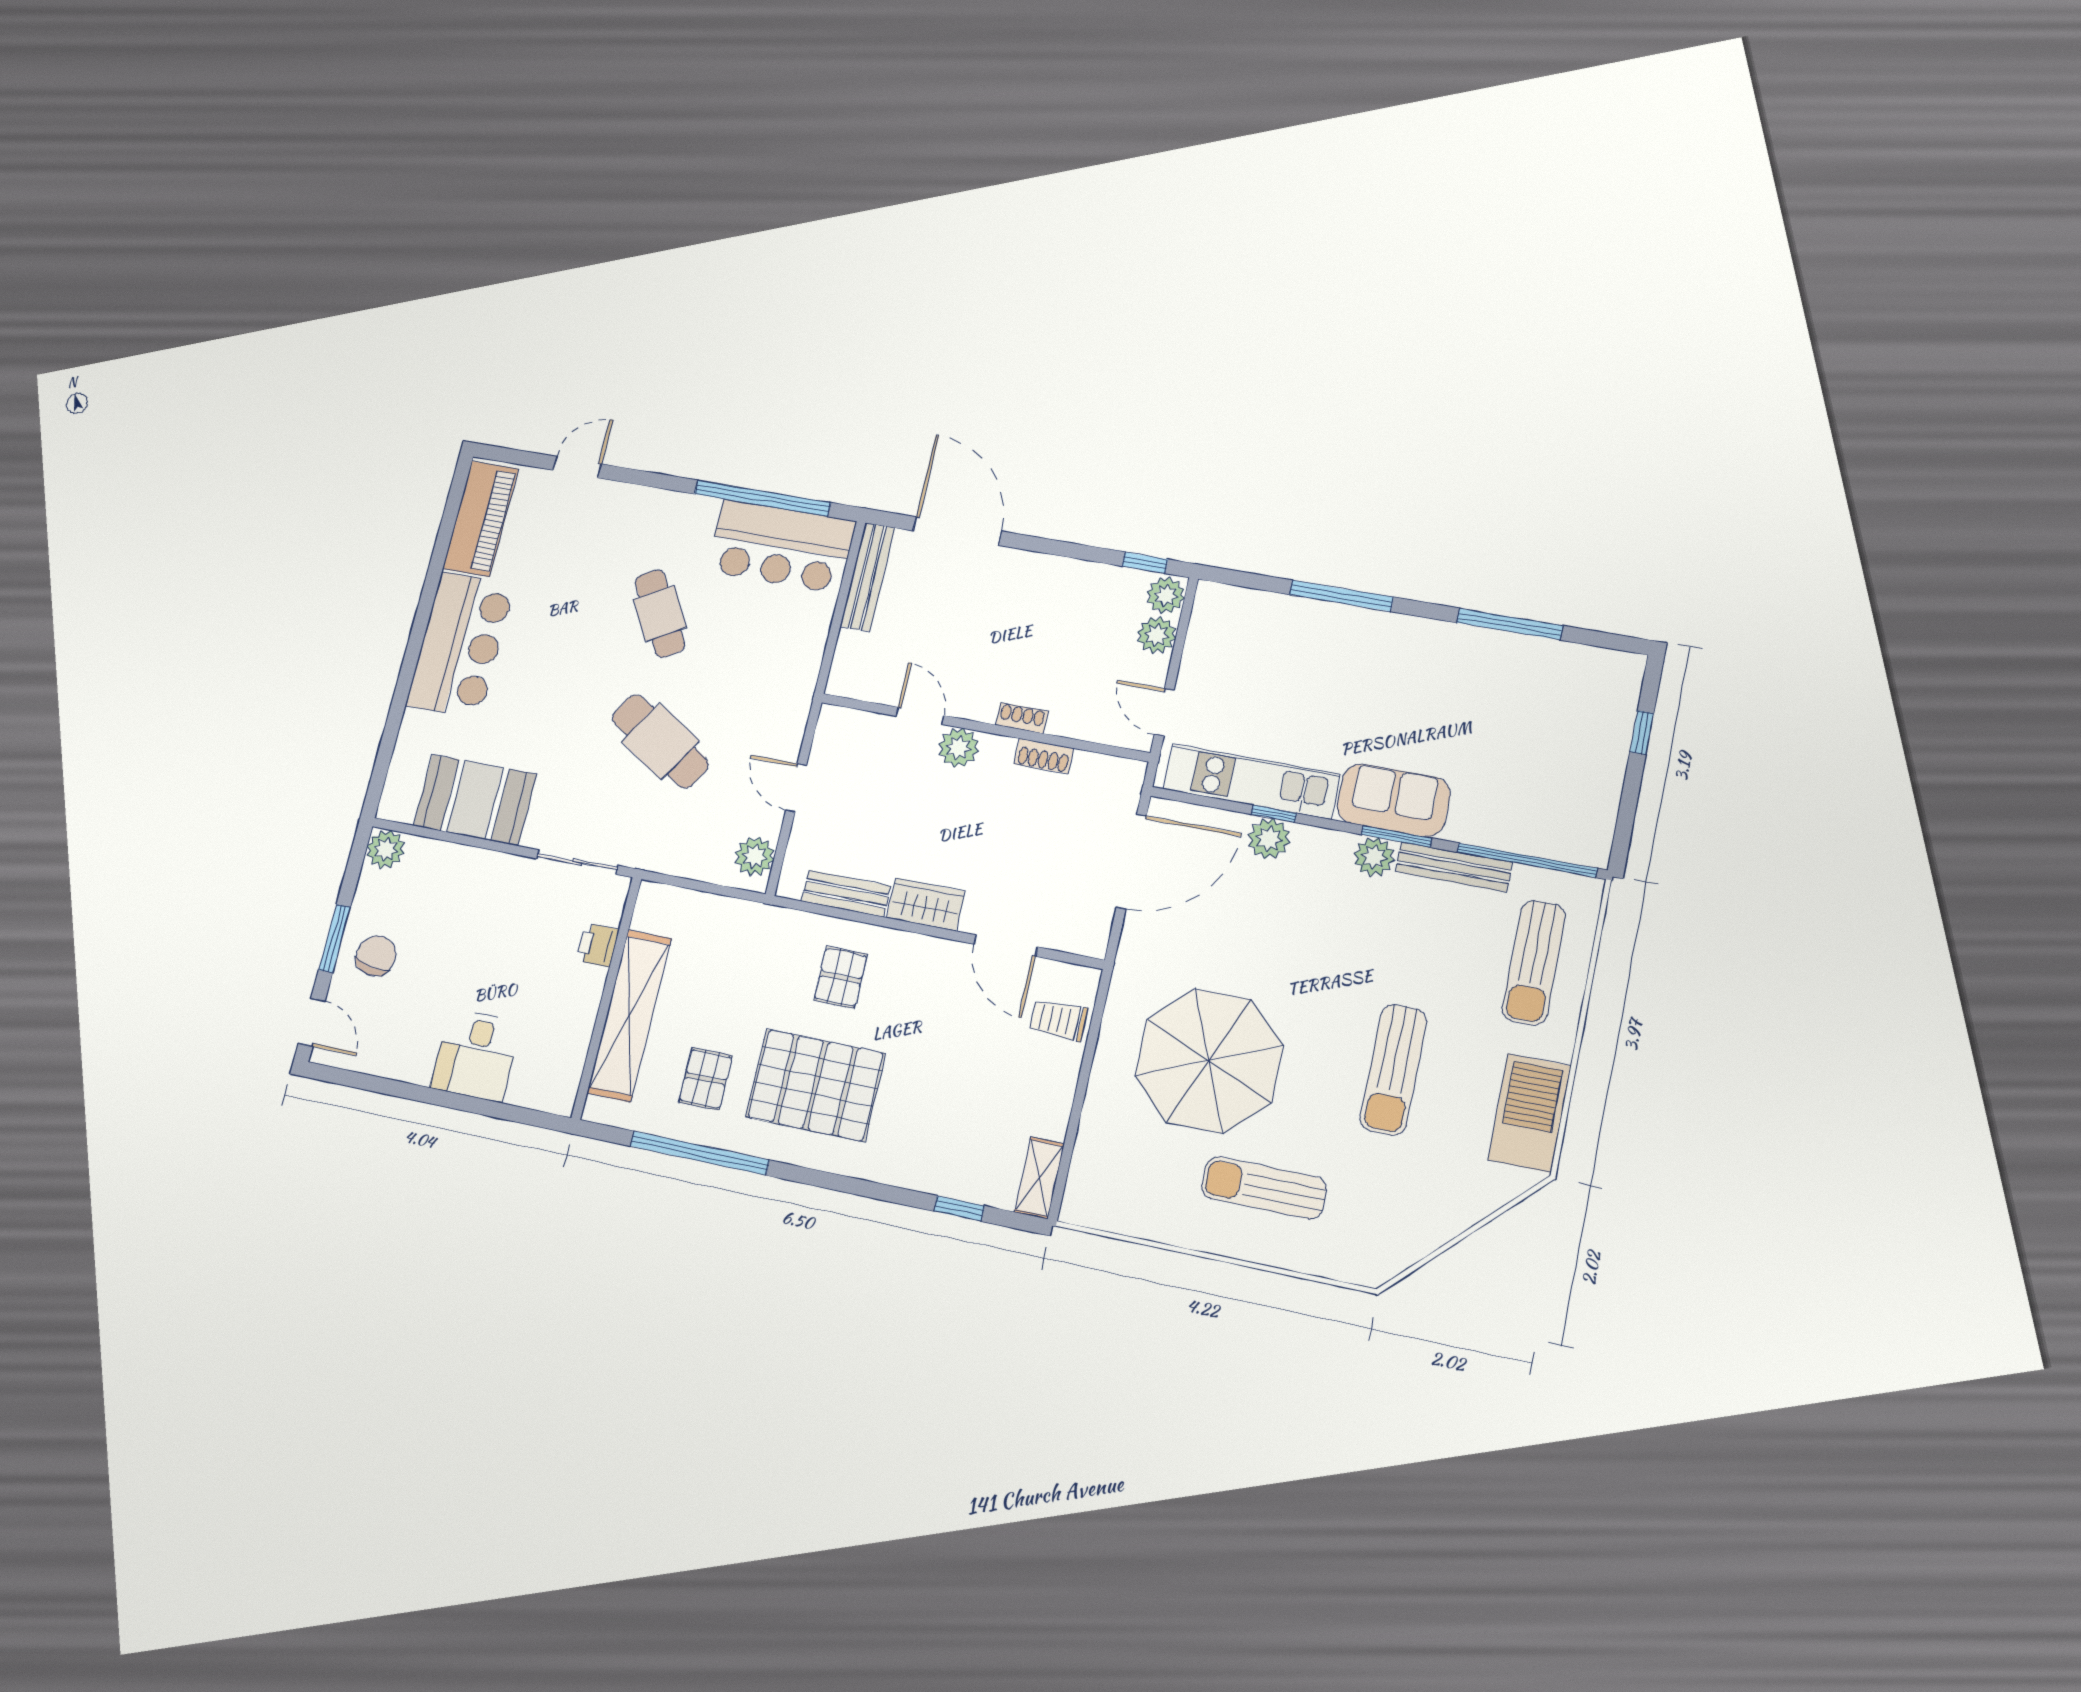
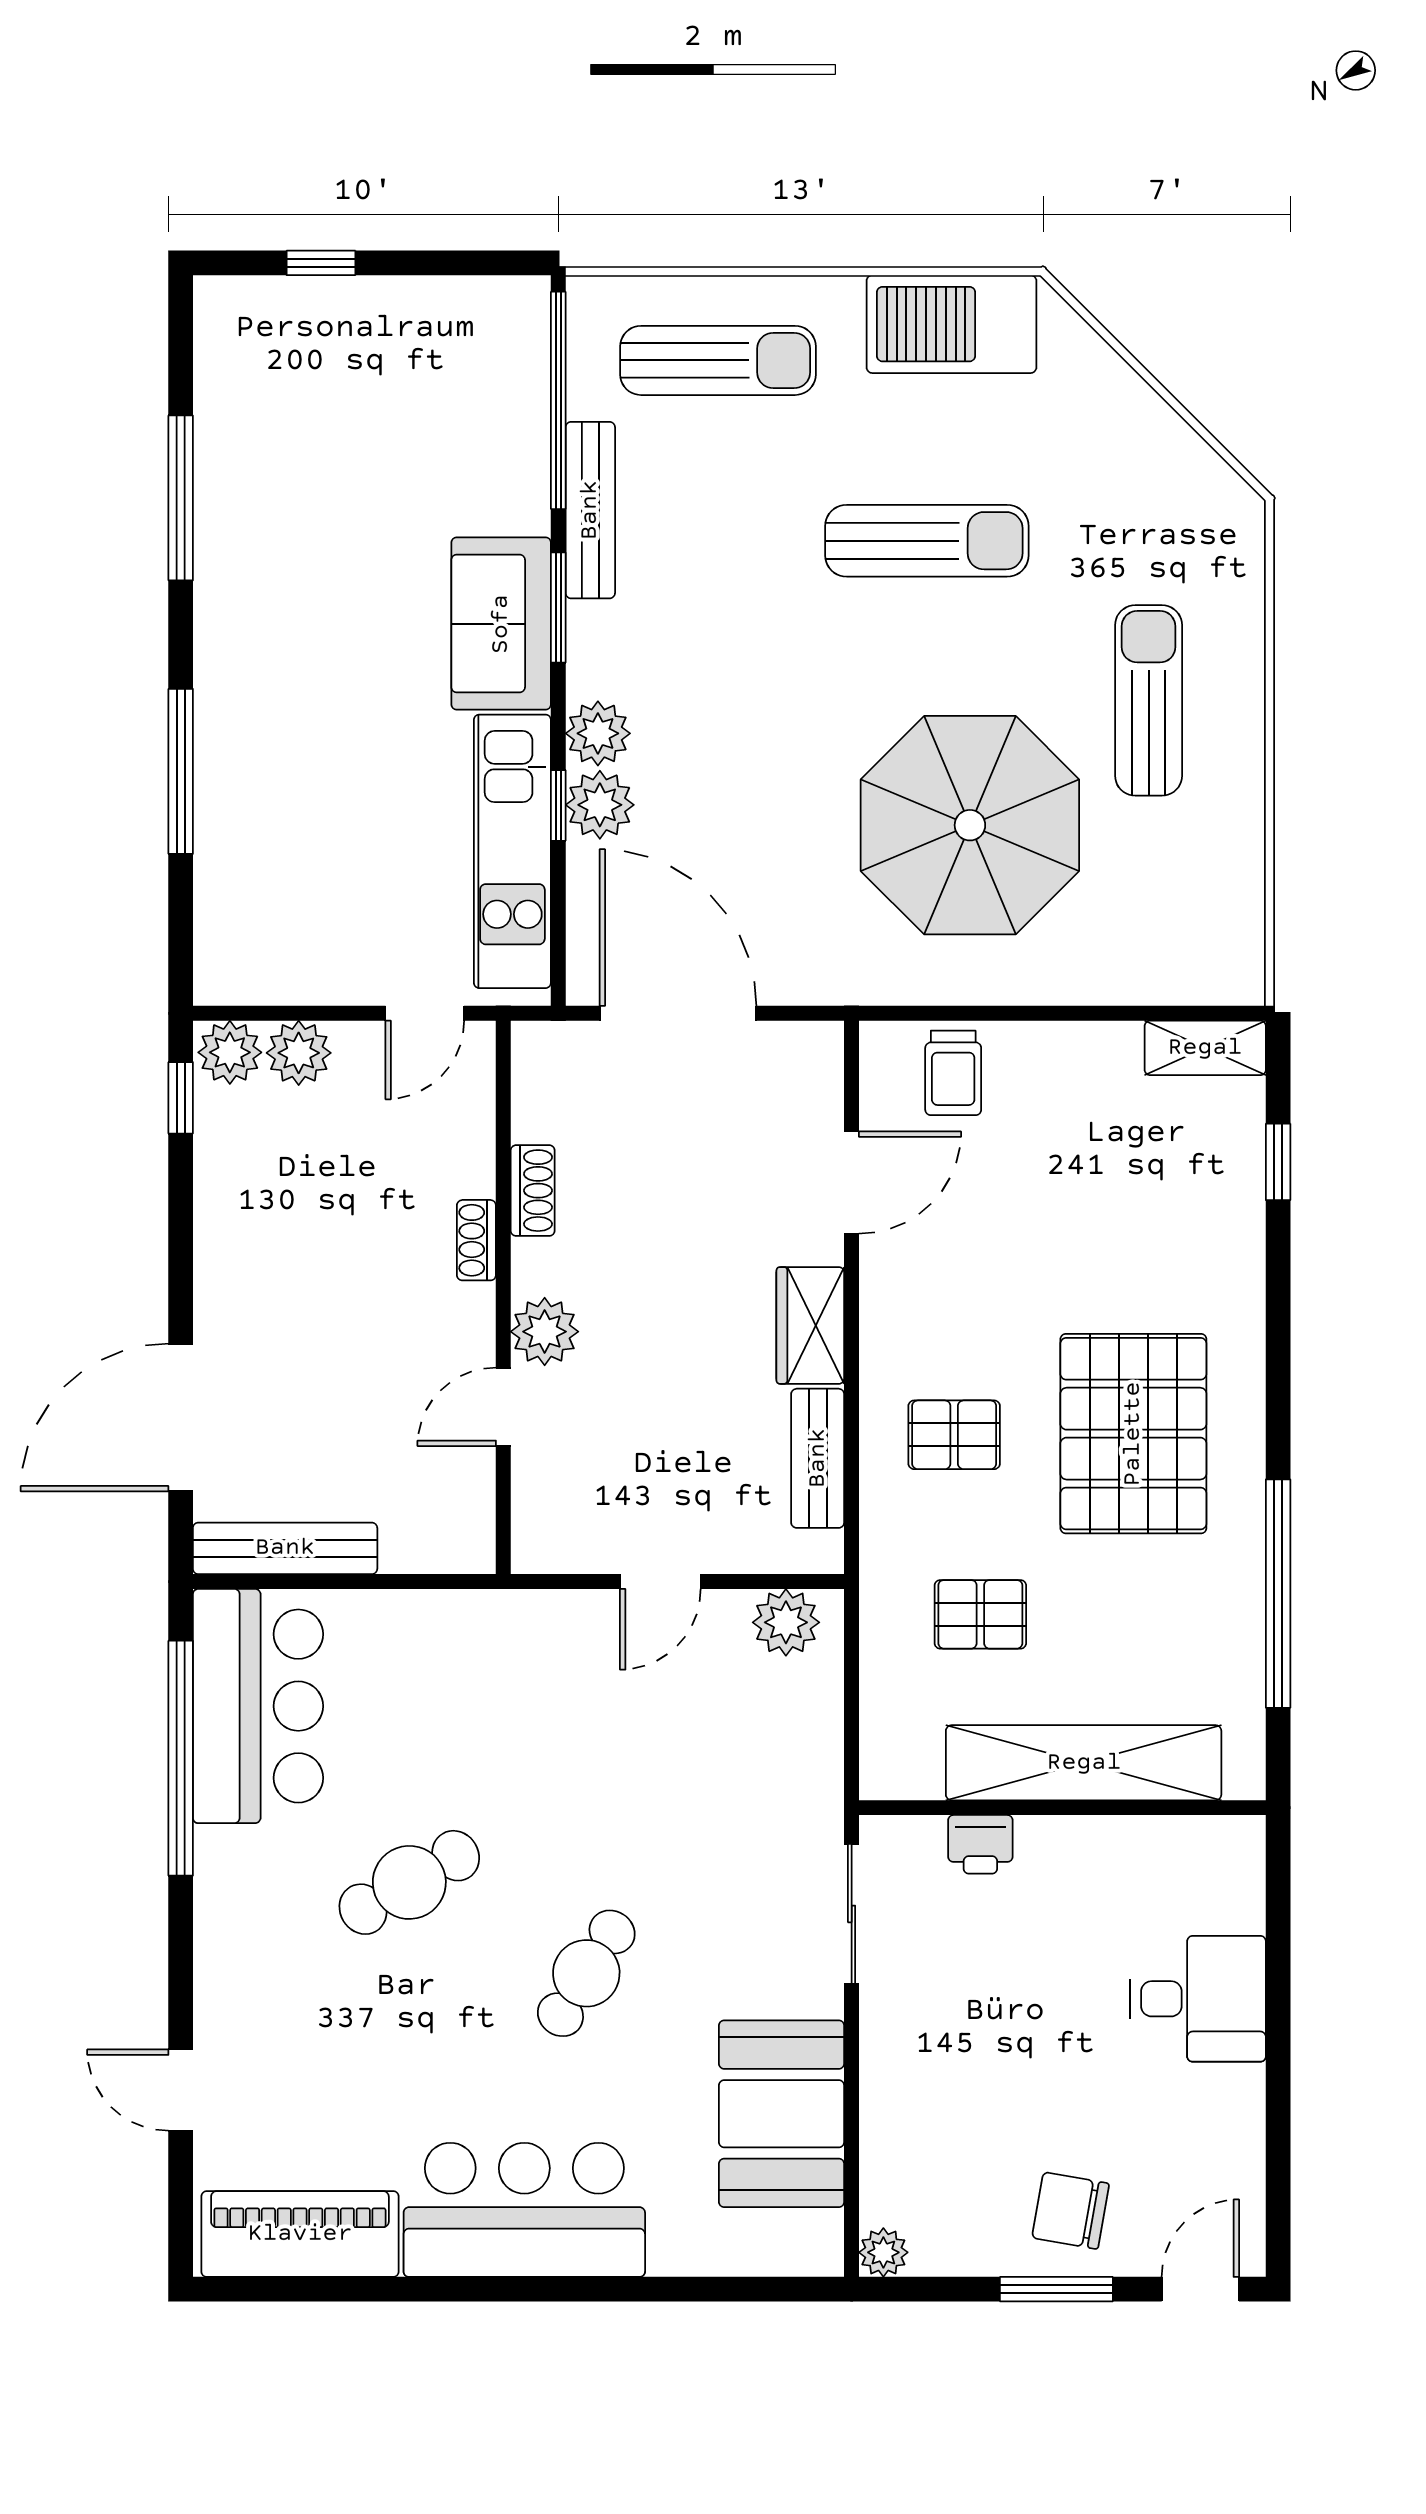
cafe table: (660, 741) -> (586, 1973), moved, width x0.73, depth x0.74
plant: (386, 849) -> (883, 2252), width x0.73, depth x0.73
plant: (1374, 857) -> (598, 733), moved
pallet: (706, 1079) -> (980, 1614), moved
sun lounger: (1264, 1188) -> (1149, 700), turned 180

